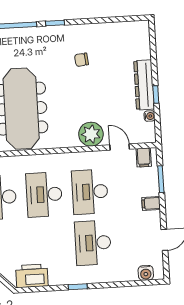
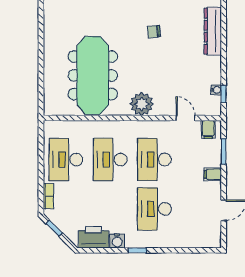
dresser: (144, 85) -> (213, 31), moved
window: (156, 94) -> (224, 94), moved
plant: (91, 134) -> (142, 104), moved
water cooler: (146, 273) -> (117, 241), moved

